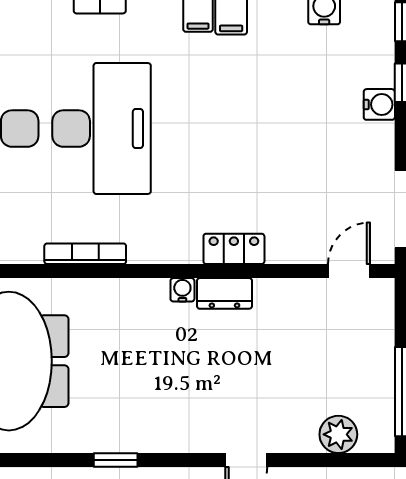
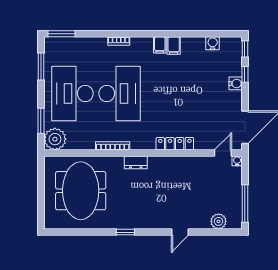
locker: (234, 249) -> (175, 144), width x1.53
water cooler: (182, 290) -> (237, 161), moved
dresser: (224, 293) -> (136, 162), moved

